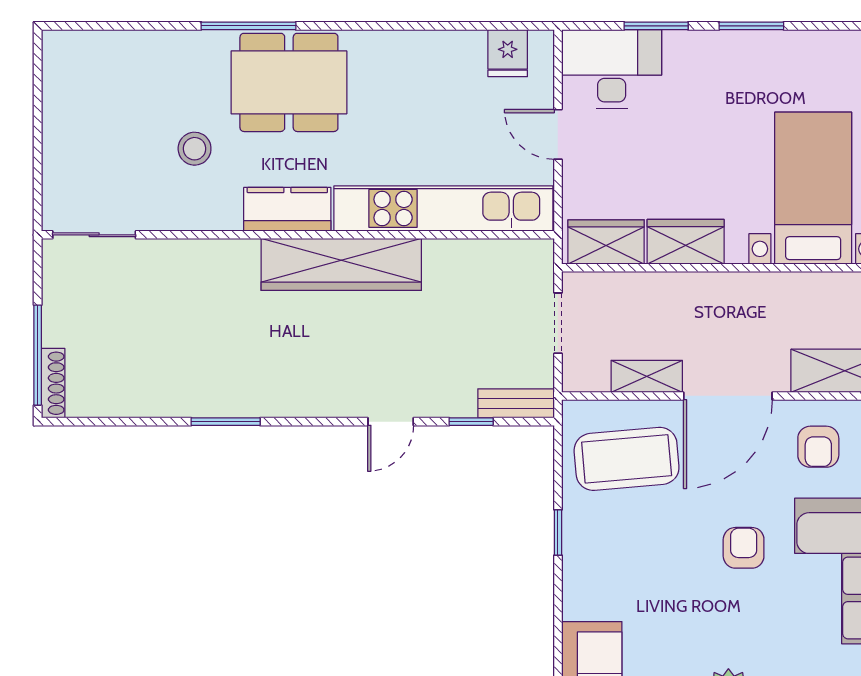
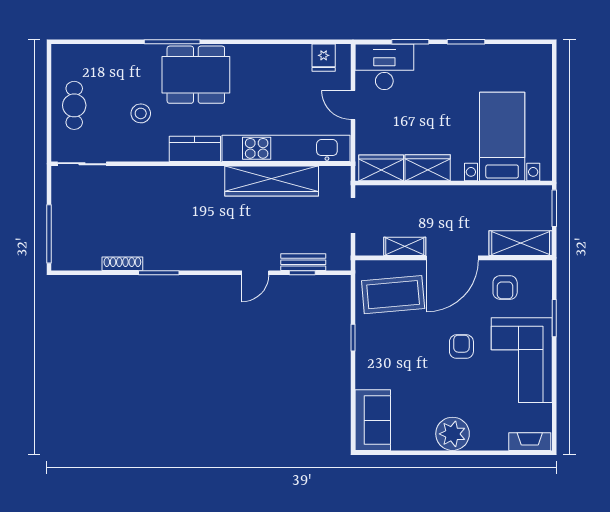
cafe table: (81, 135) -> (74, 105), added
wardrobe: (341, 264) -> (272, 181), moved
shoe rack: (53, 383) -> (122, 264), moved, turned -90
bench: (516, 403) -> (303, 262), moved

